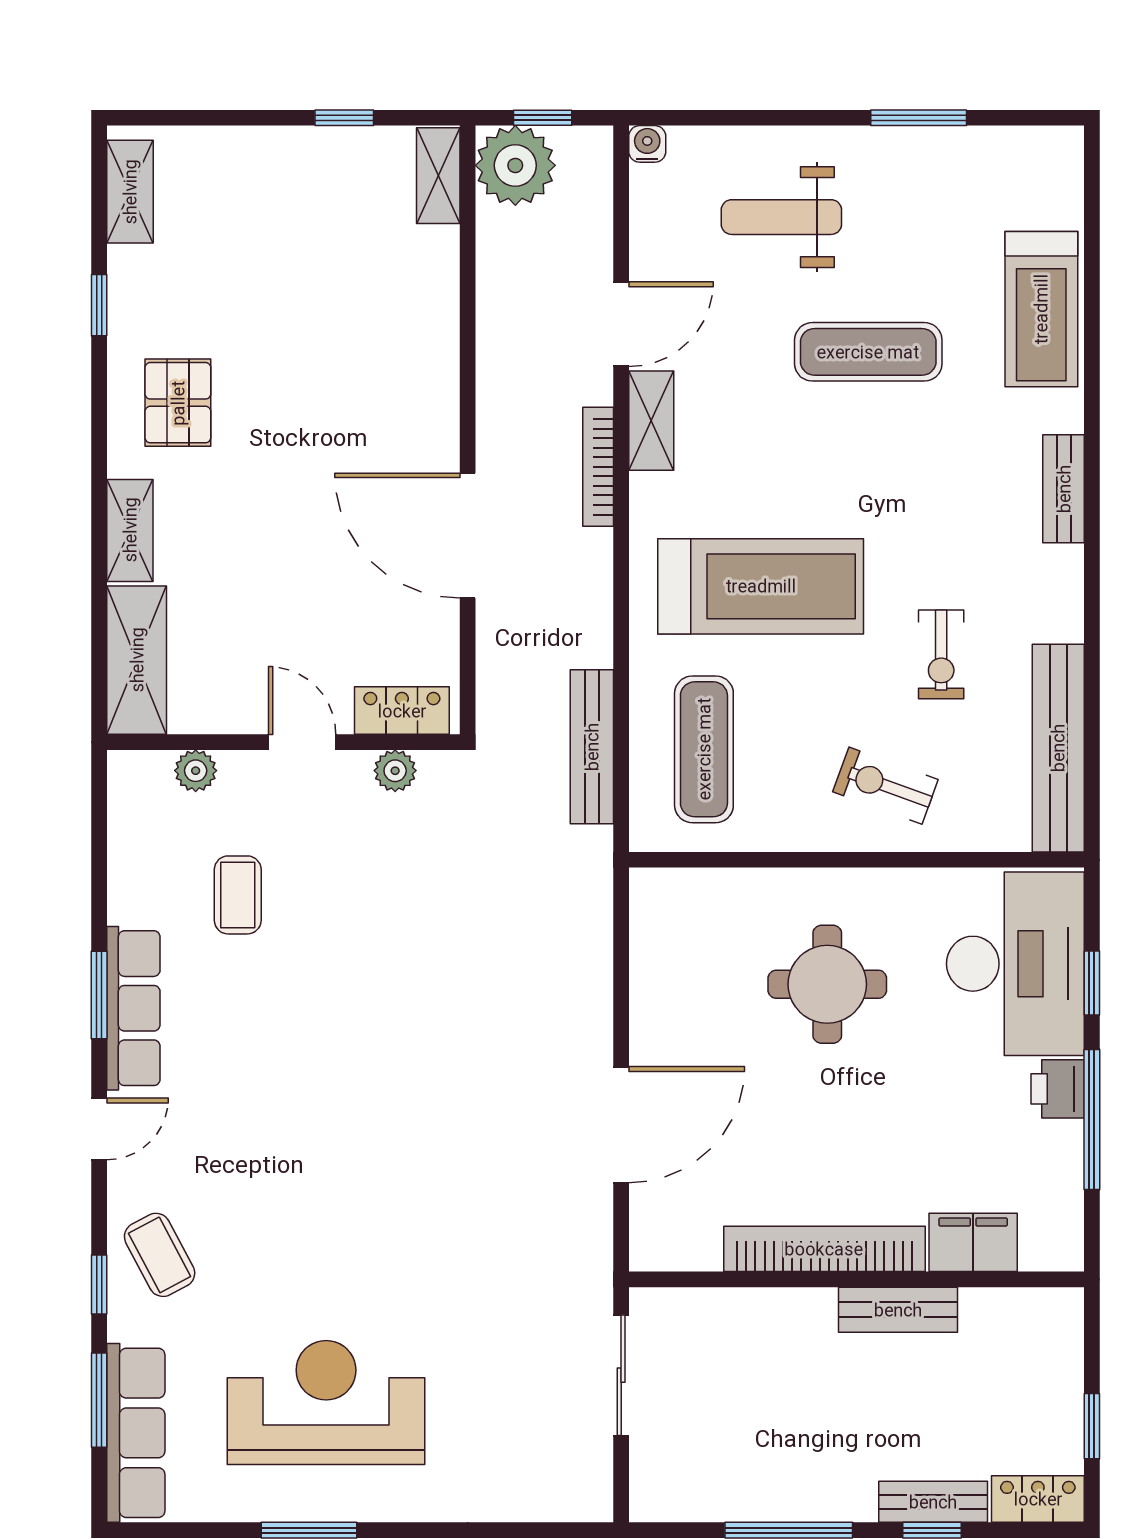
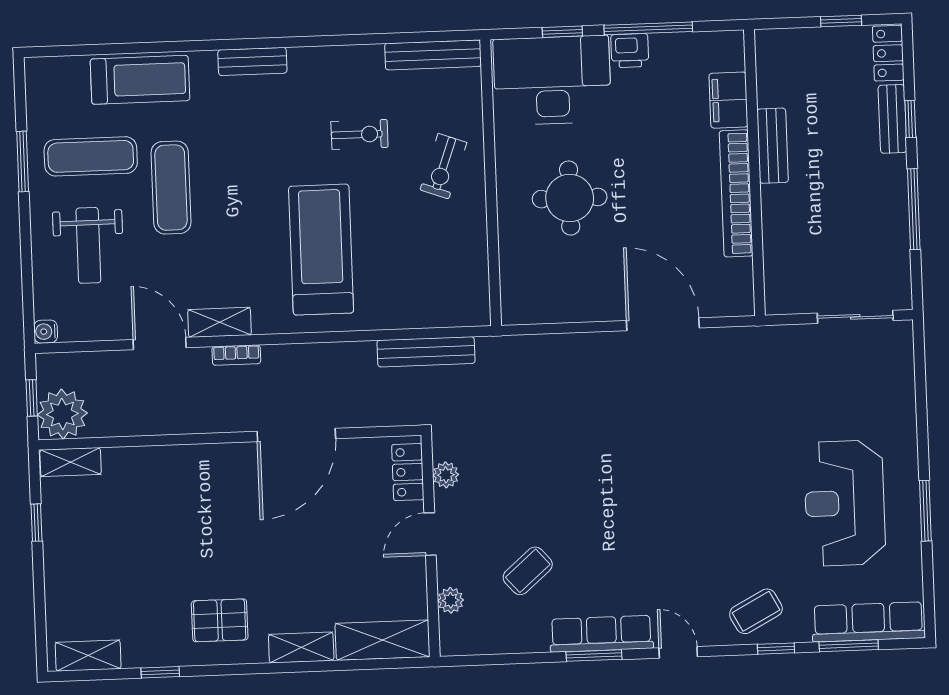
bookcase: (598, 467) -> (236, 355), width x0.64
bench: (1058, 748) -> (433, 55), width x0.73, depth x0.82
exercise mat: (704, 749) -> (91, 156), moved
coffee table: (238, 895) -> (528, 571), turned -41
sliding door: (621, 1375) -> (855, 317), moved

